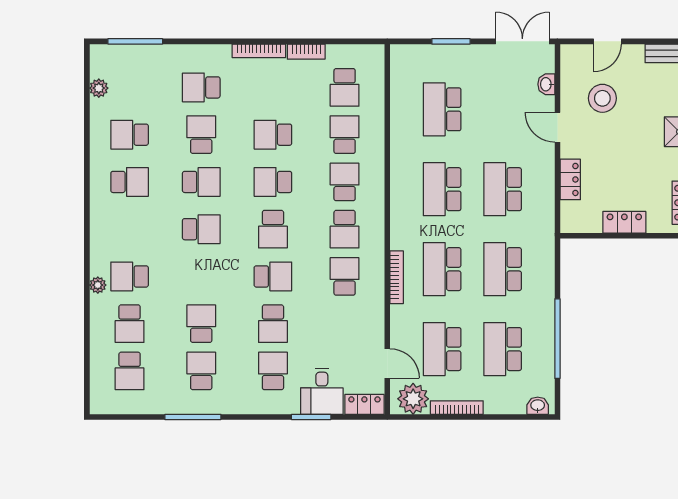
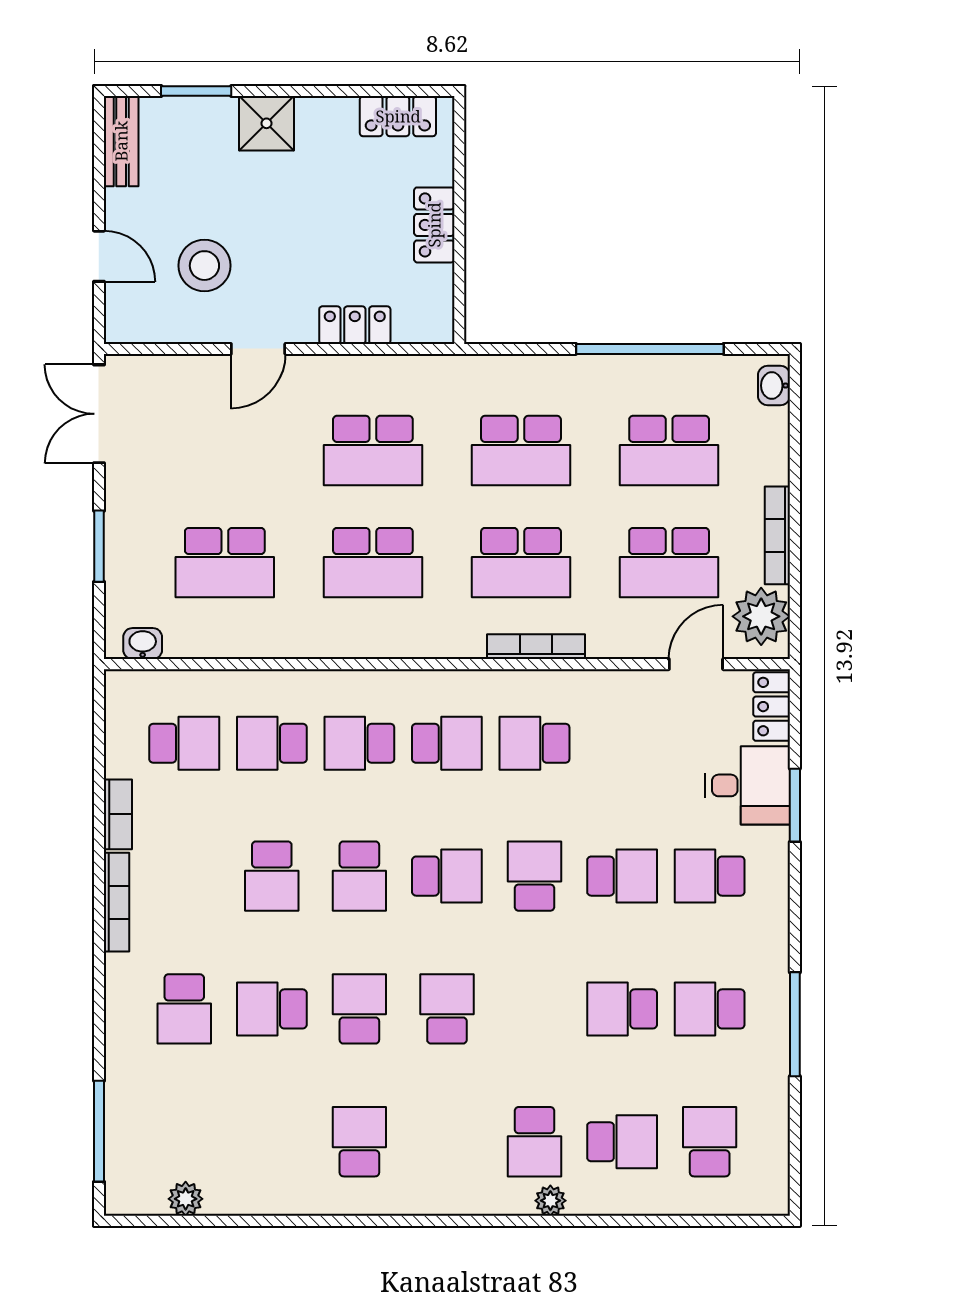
washbasin: (546, 84) -> (143, 644), moved, turned 180
school desk: (130, 135) -> (272, 1142), removed
school desk: (130, 371) -> (710, 1142), turned -90

